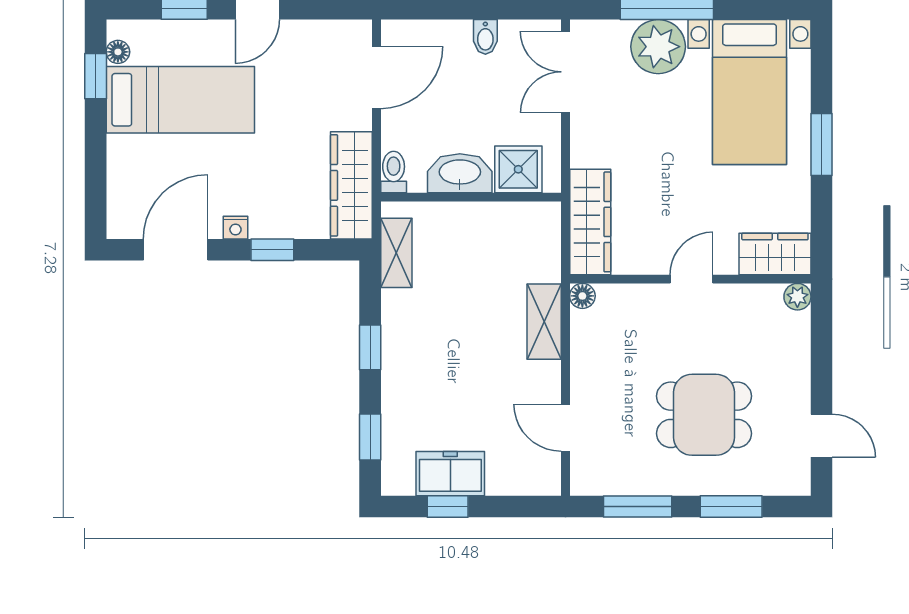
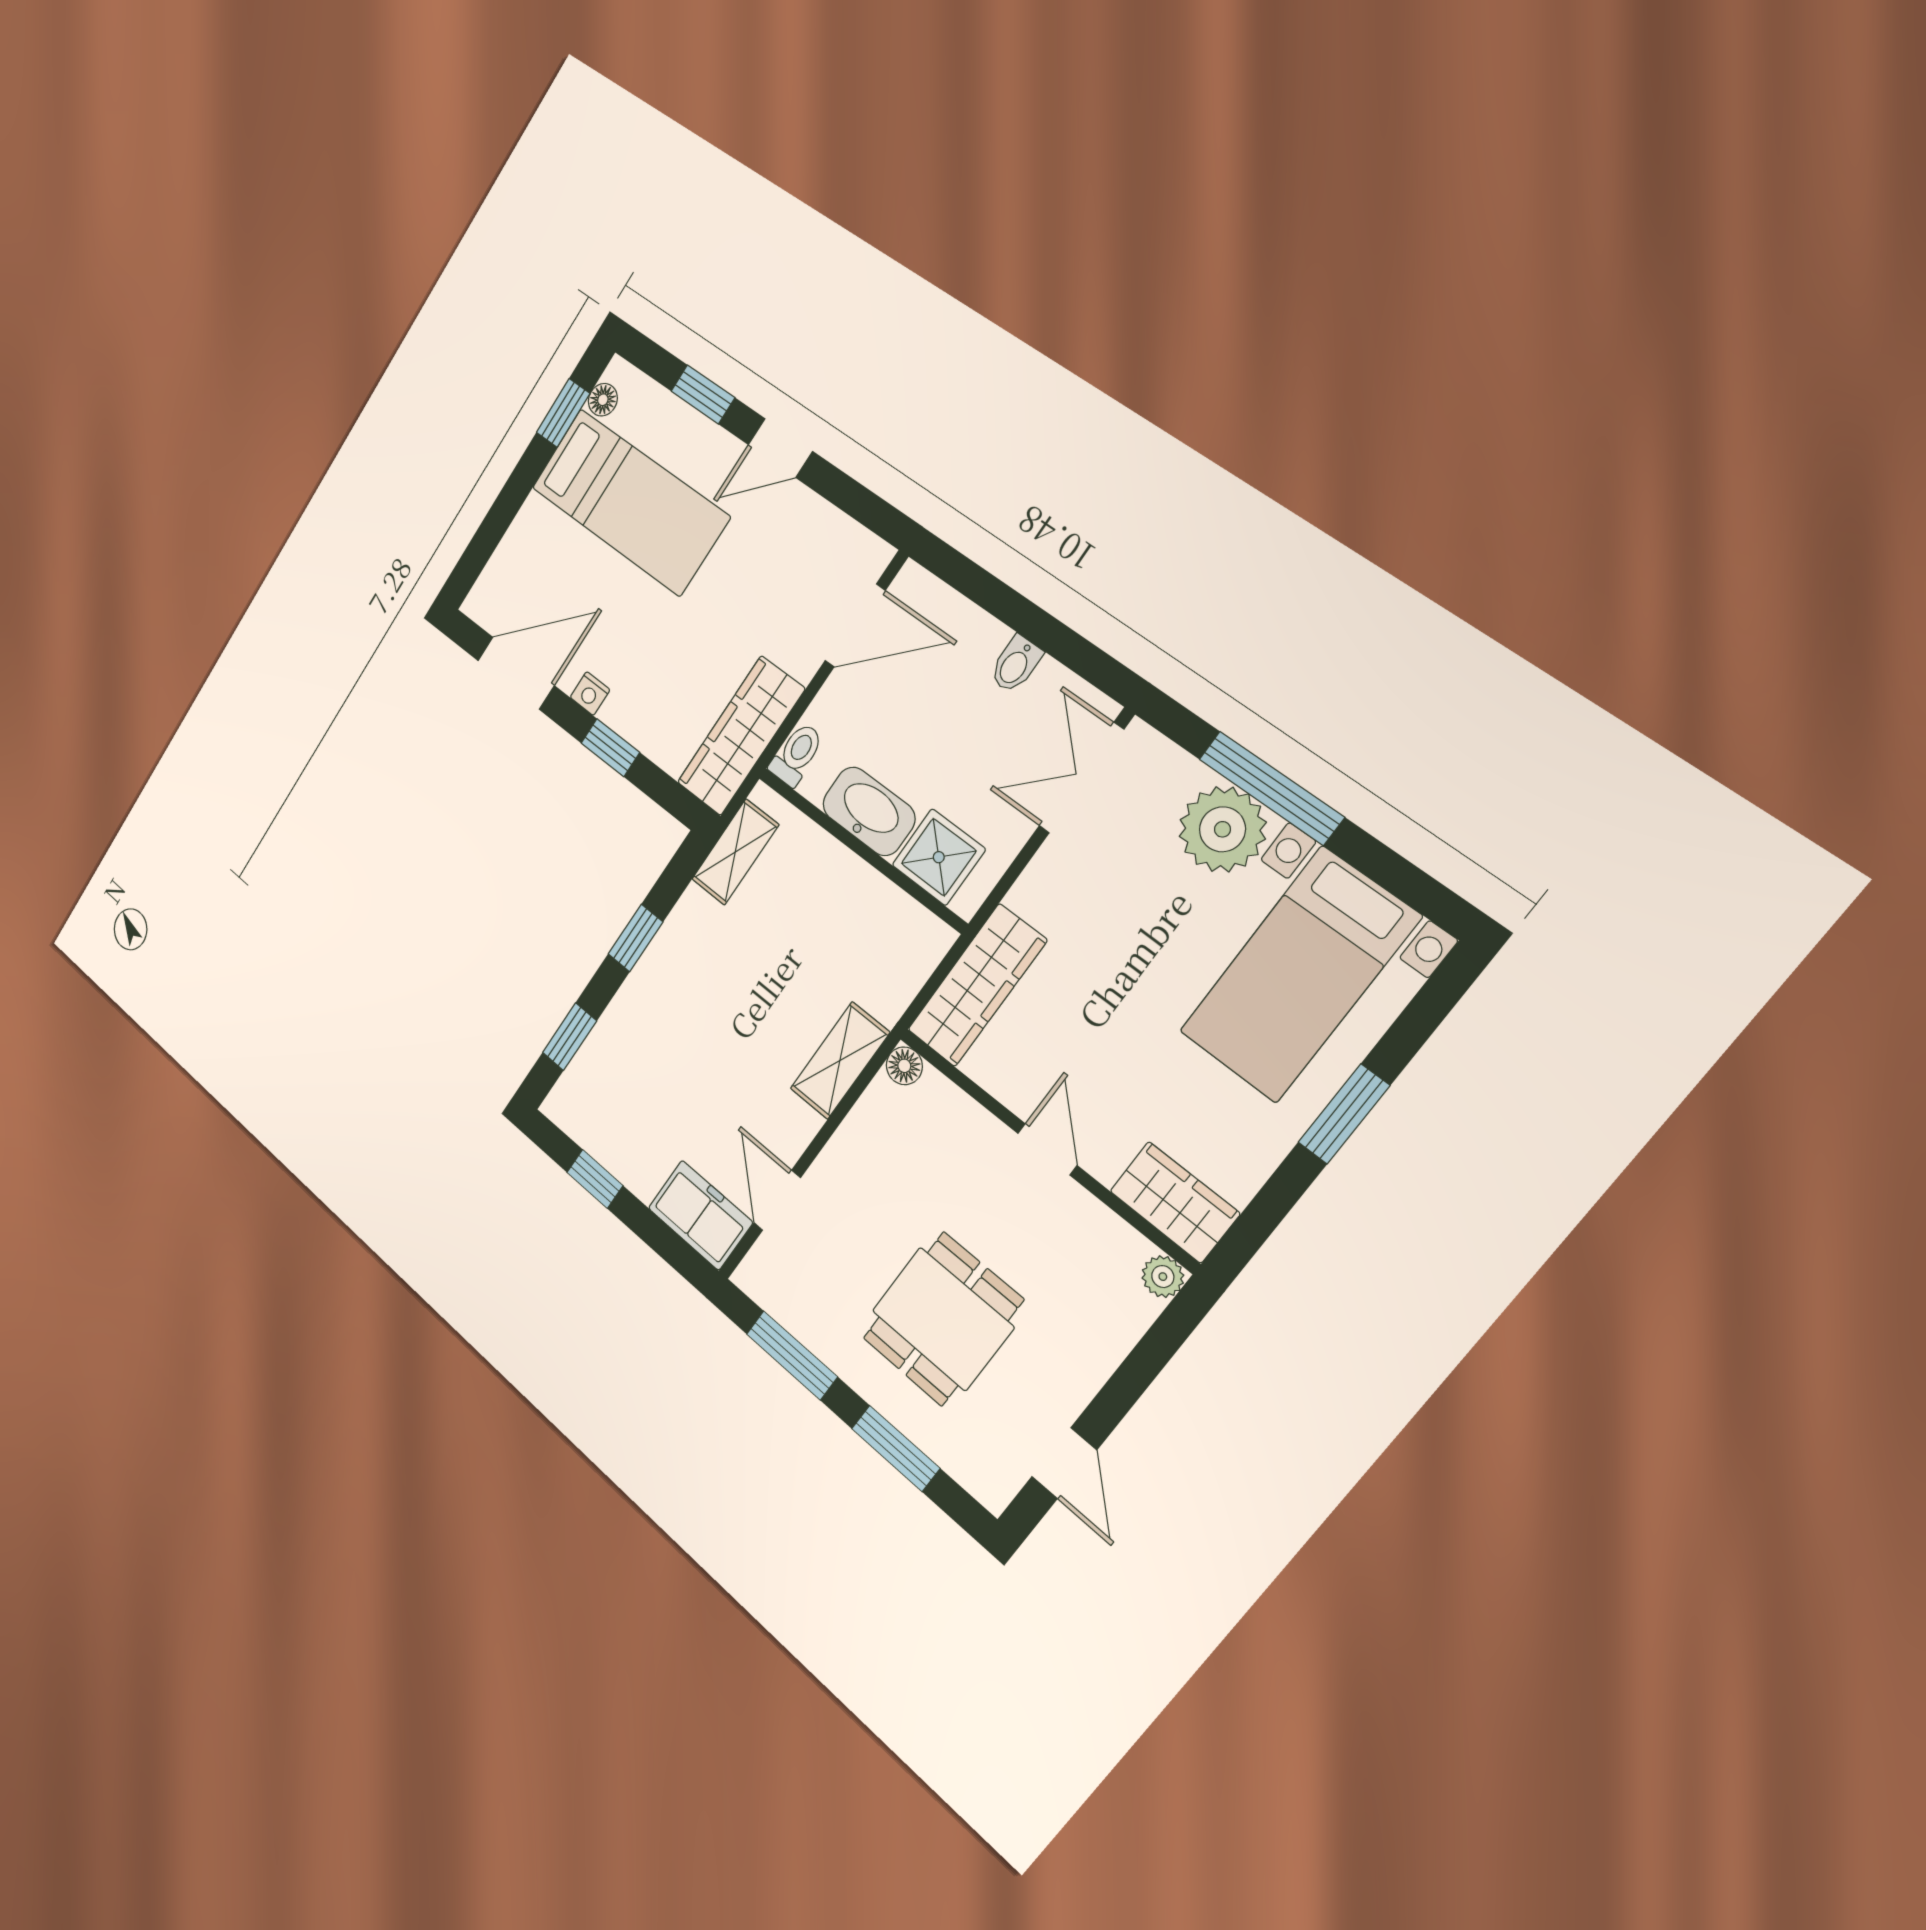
door: (691, 279) -> (1047, 1149), hinge flipped
dining table: (704, 415) -> (943, 1319), turned 90
freezer: (450, 474) -> (700, 1215), moved

